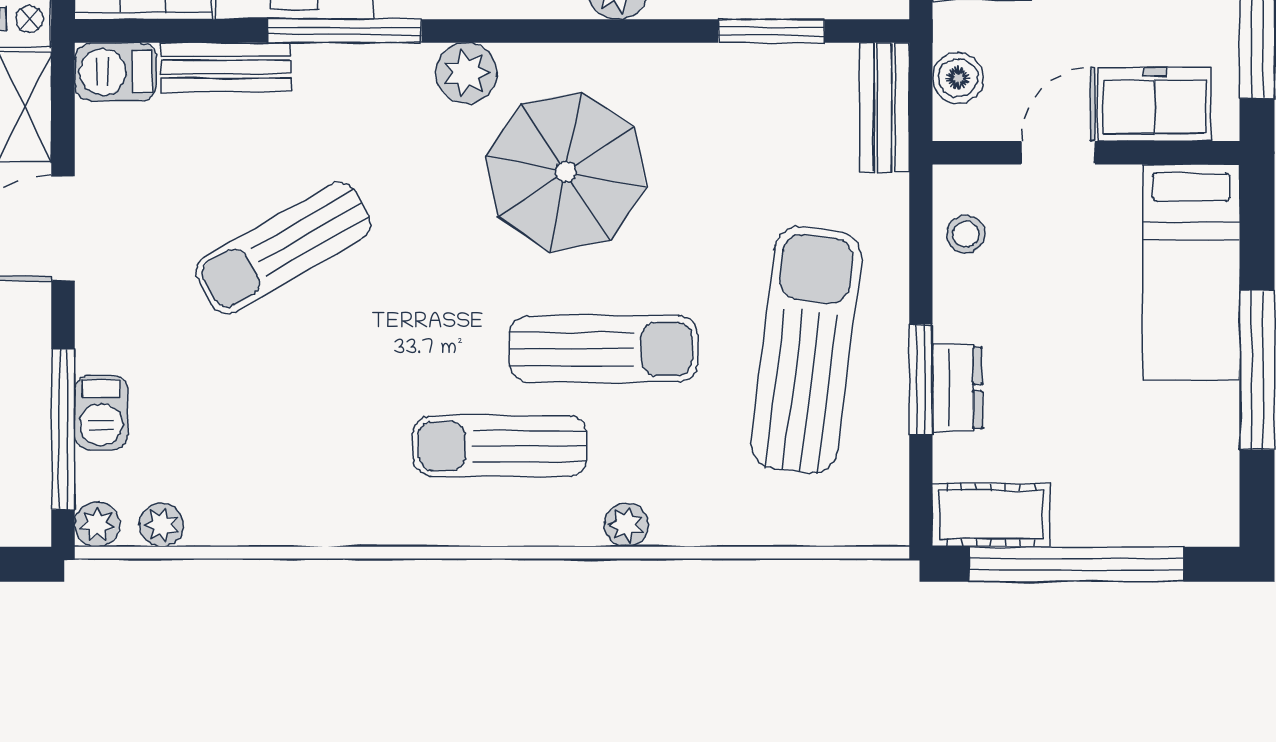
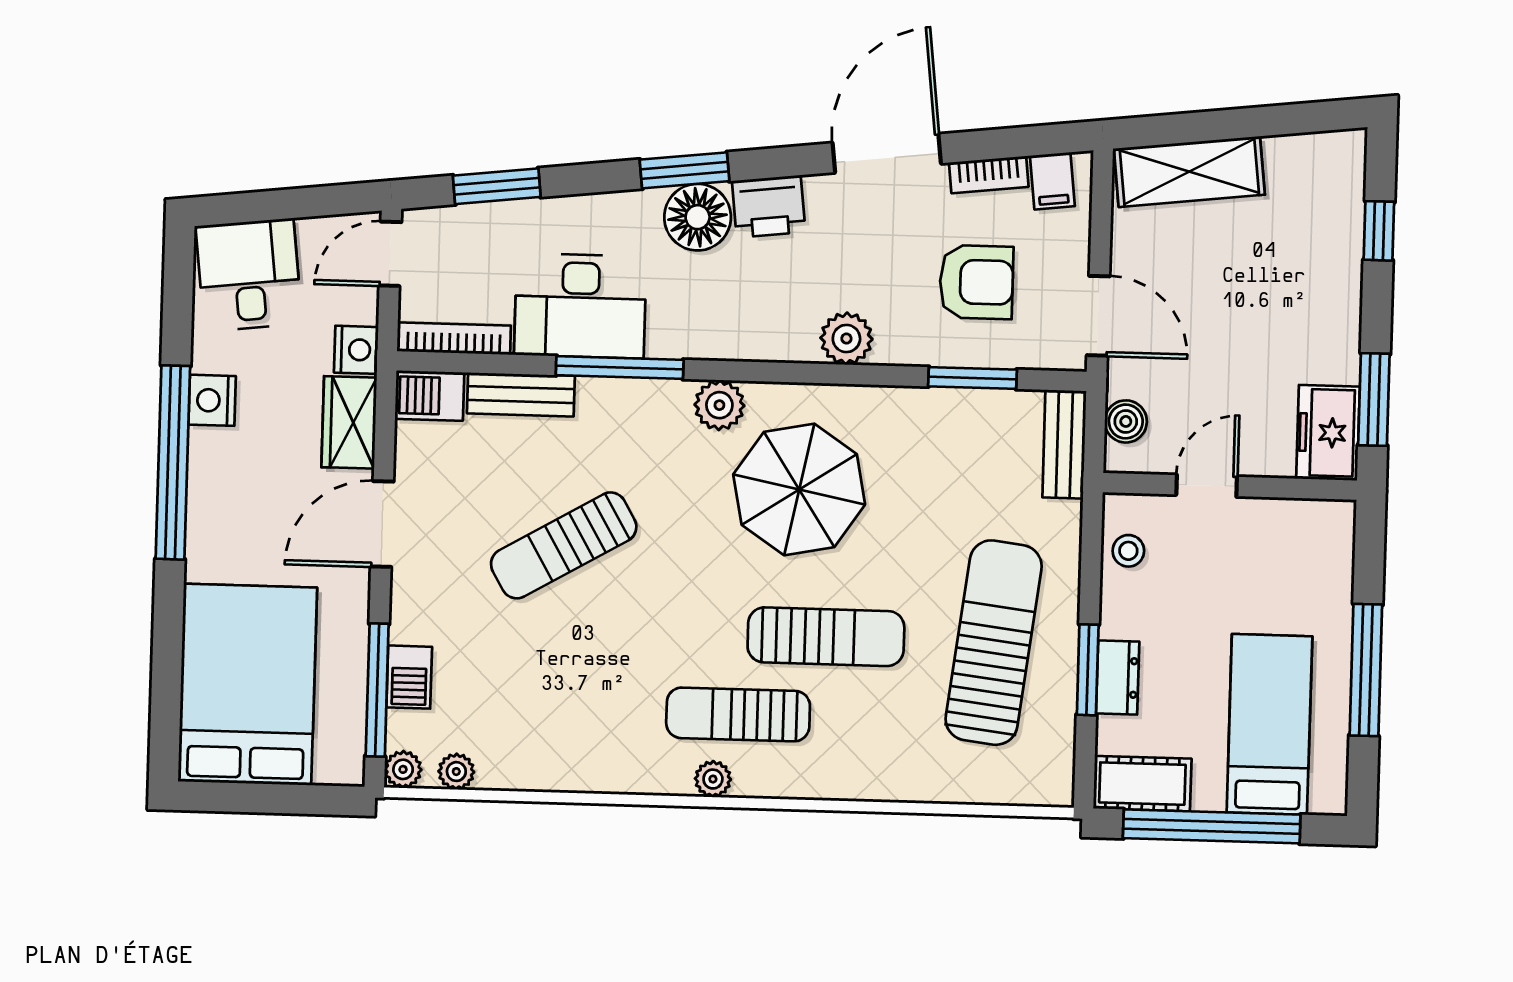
freezer: (1155, 104) -> (1328, 433), moved, turned -90
bed: (1191, 272) -> (1269, 724), moved, turned 180
plant: (626, 525) -> (713, 779), moved

